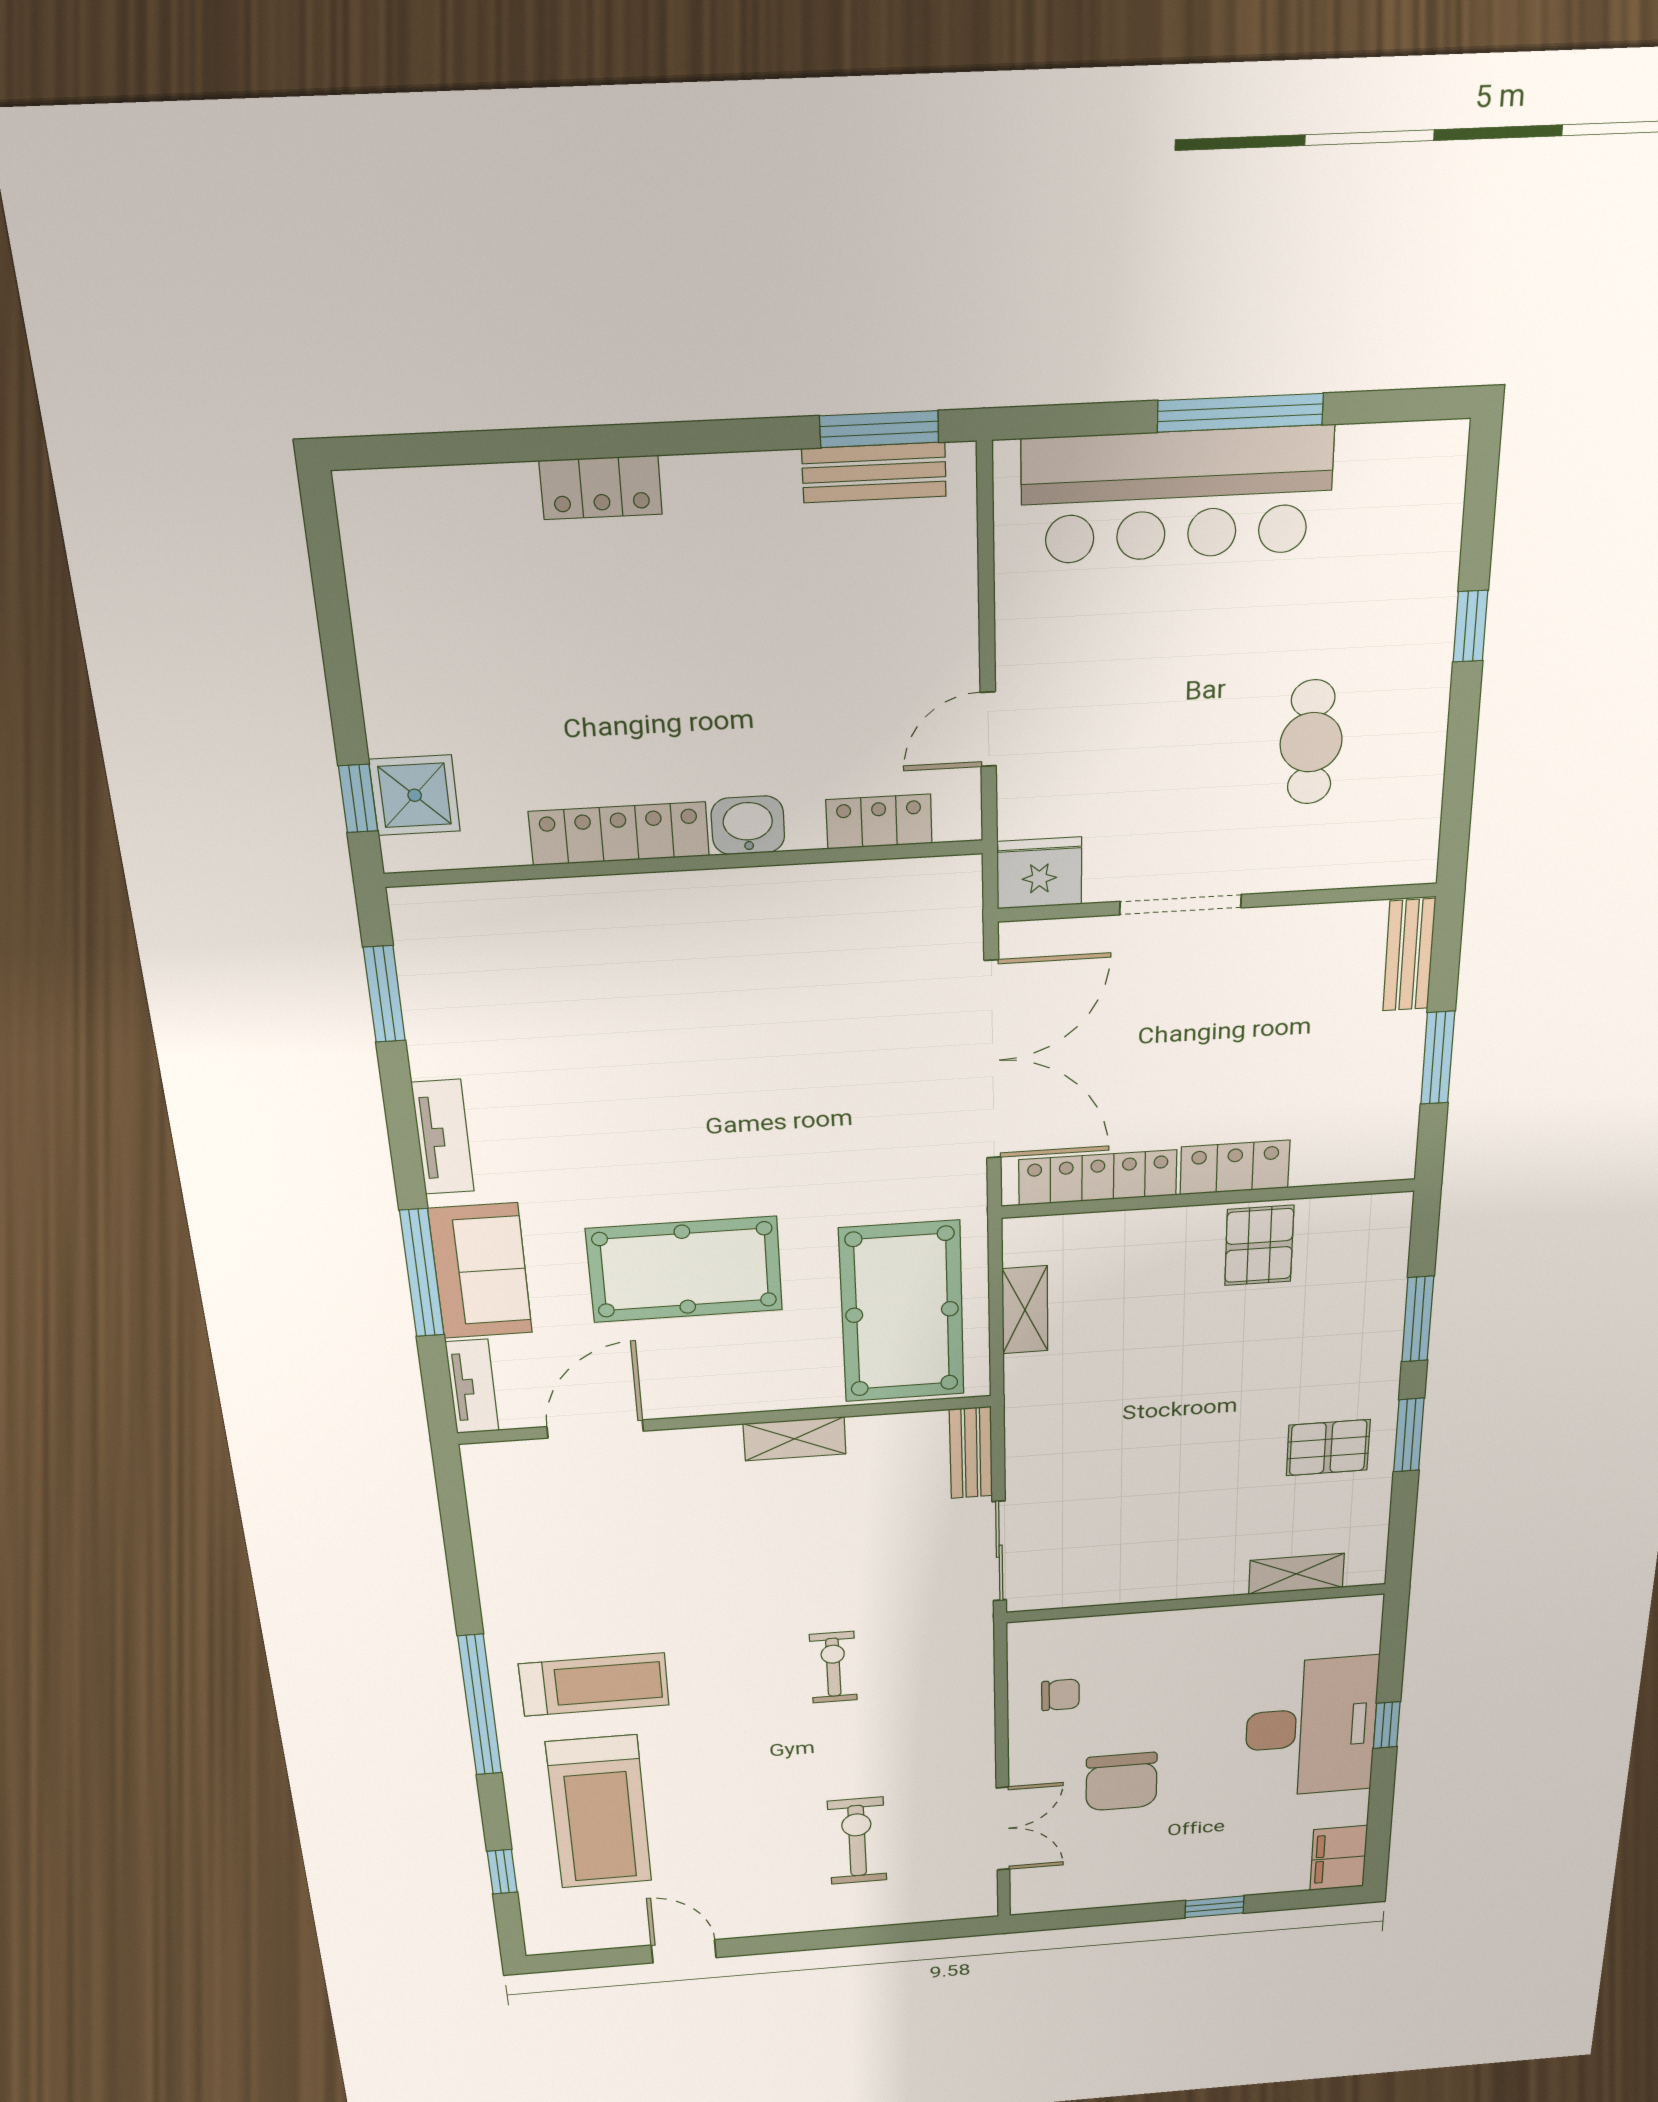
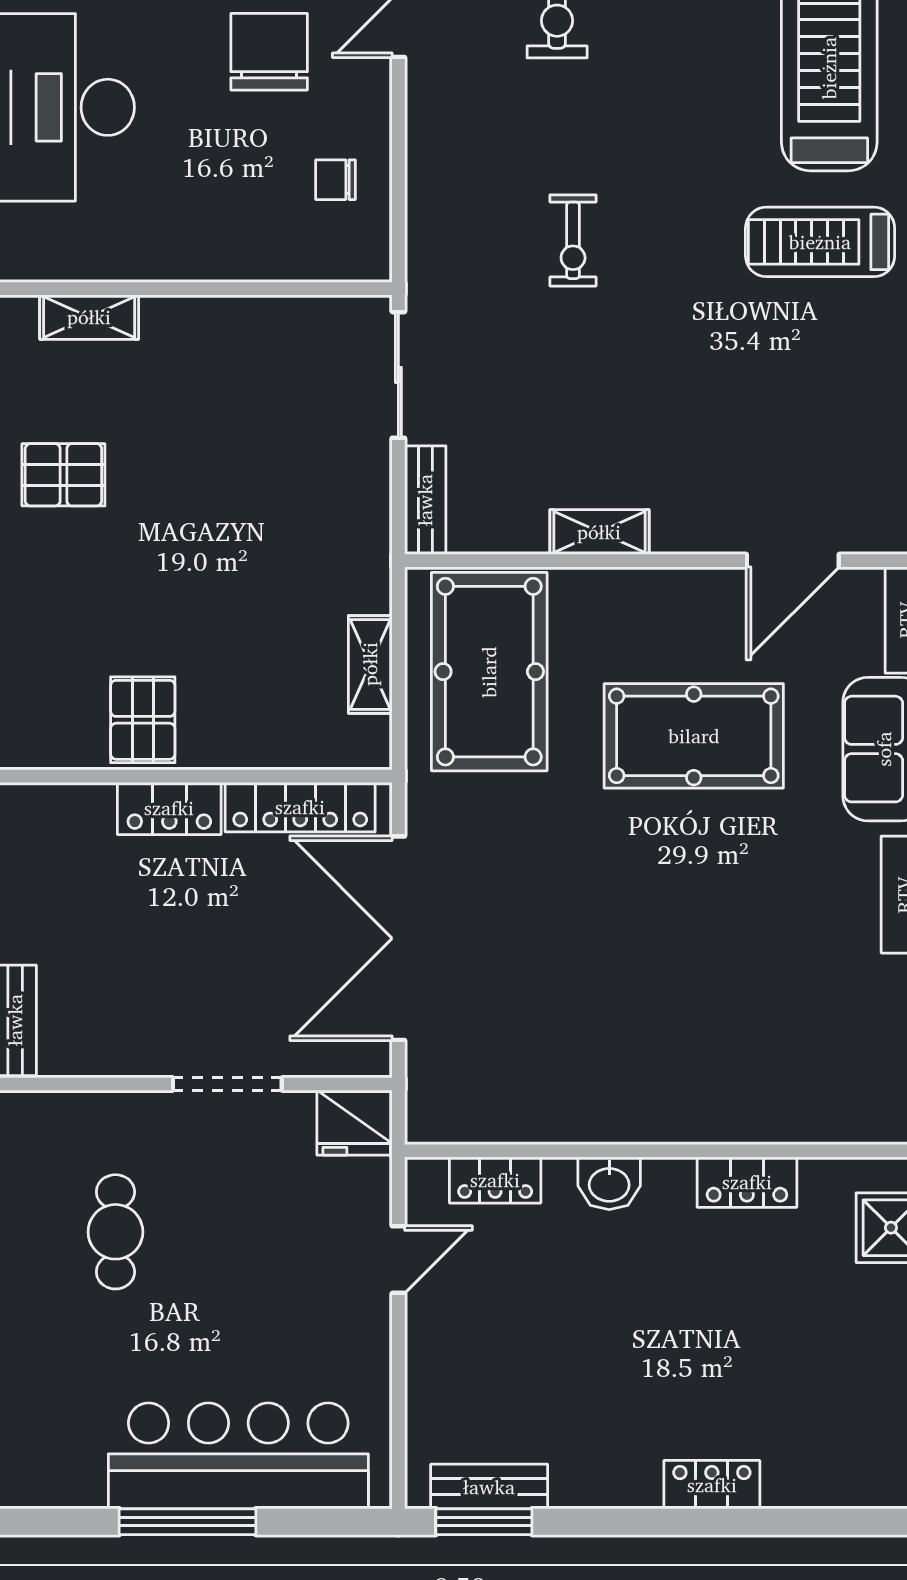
locker: (619, 834) -> (747, 1182), width x0.66

